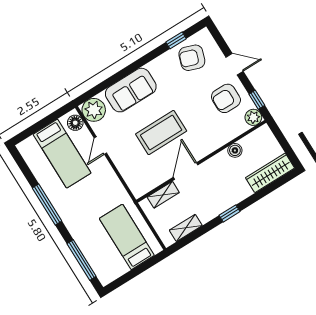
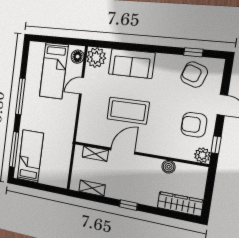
bed: (127, 237) -> (30, 156), moved

